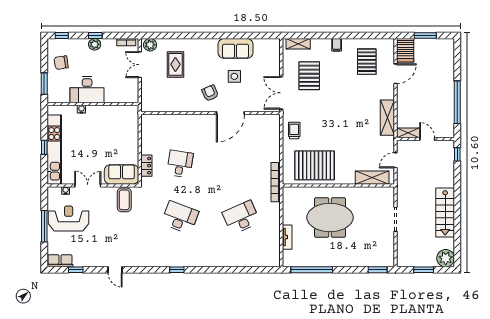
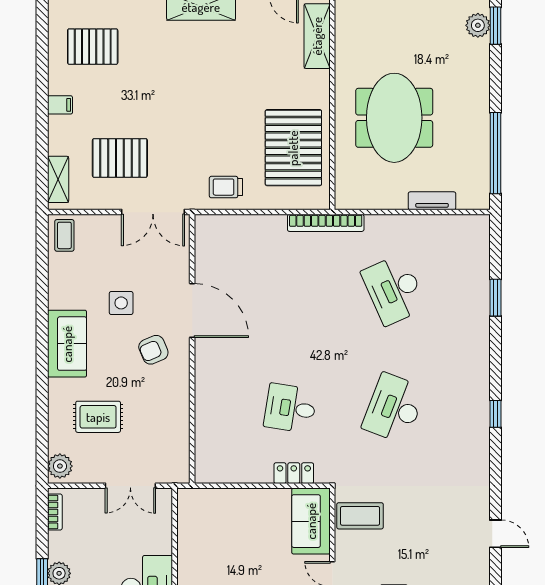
coffee table: (269, 47) -> (64, 235), added
sofa: (236, 48) -> (67, 344), moved
double door: (140, 65) -> (130, 486), moved
plant: (378, 261) -> (478, 25), added
door: (115, 270) -> (495, 534), hinge flipped
window: (237, 270) -> (495, 298), added

